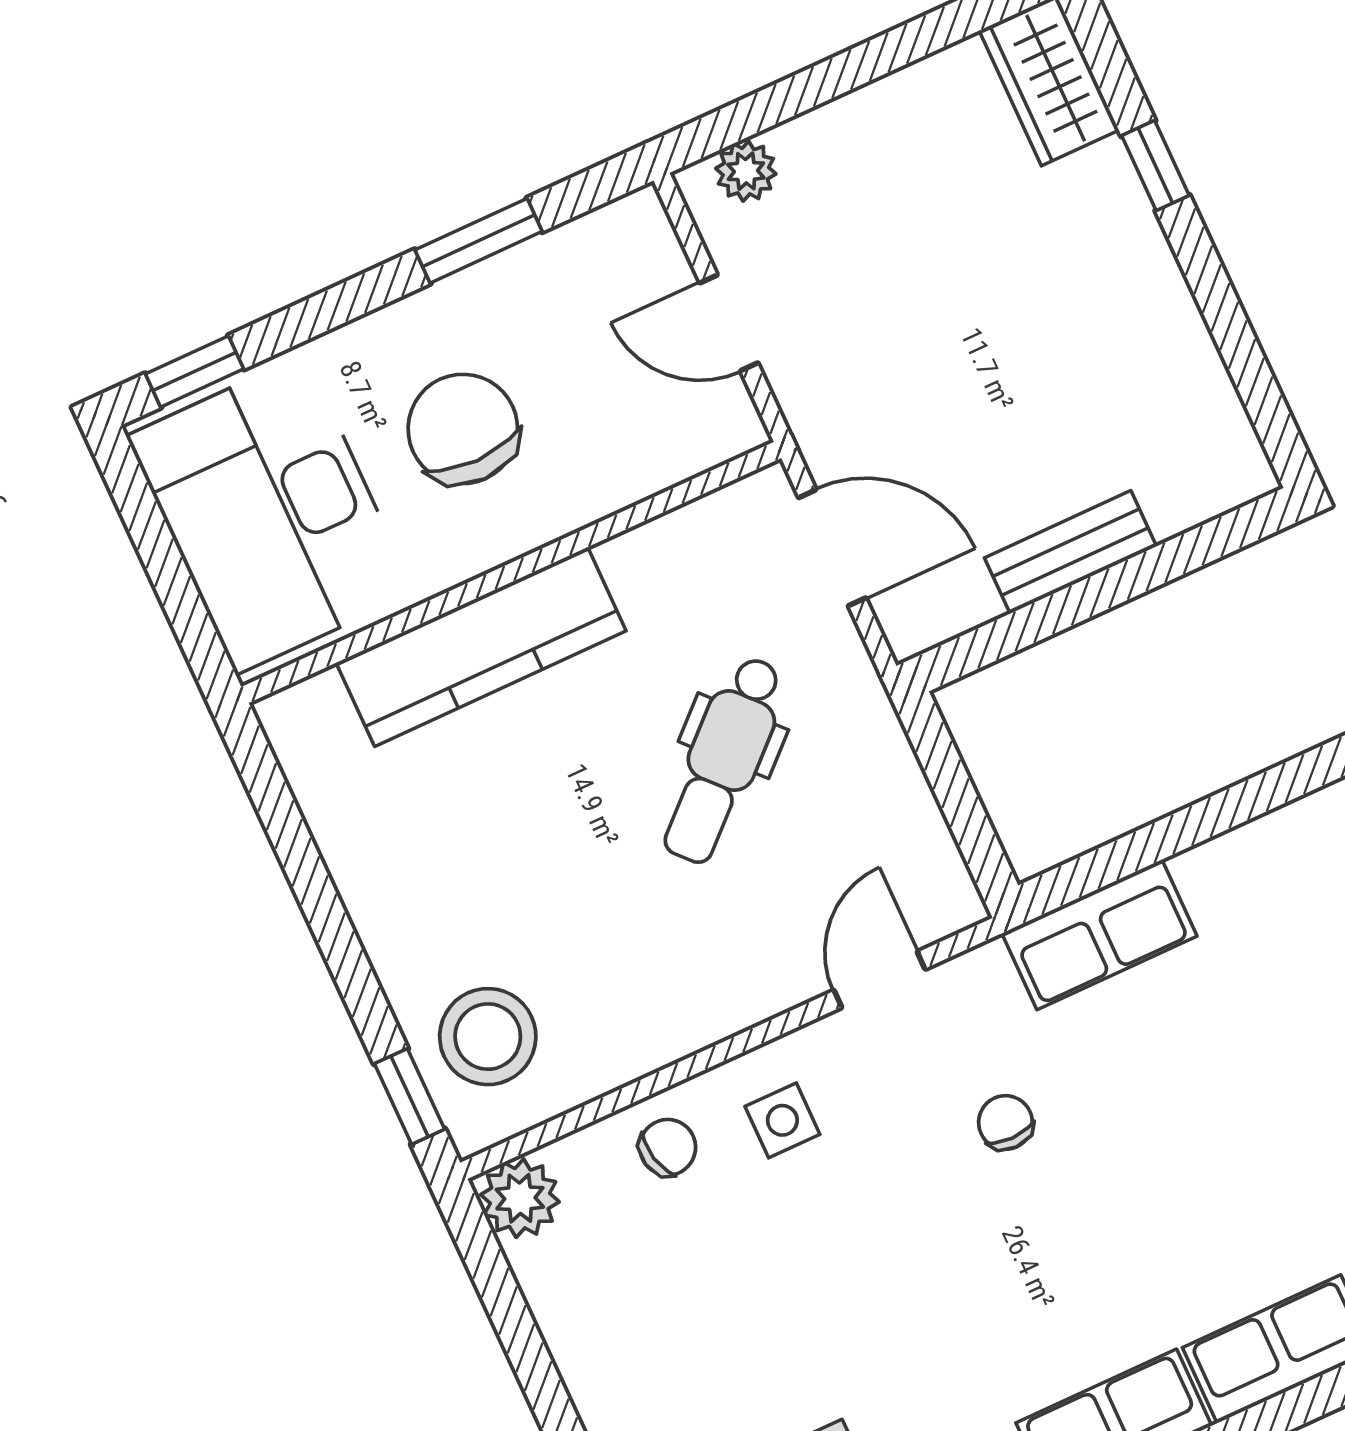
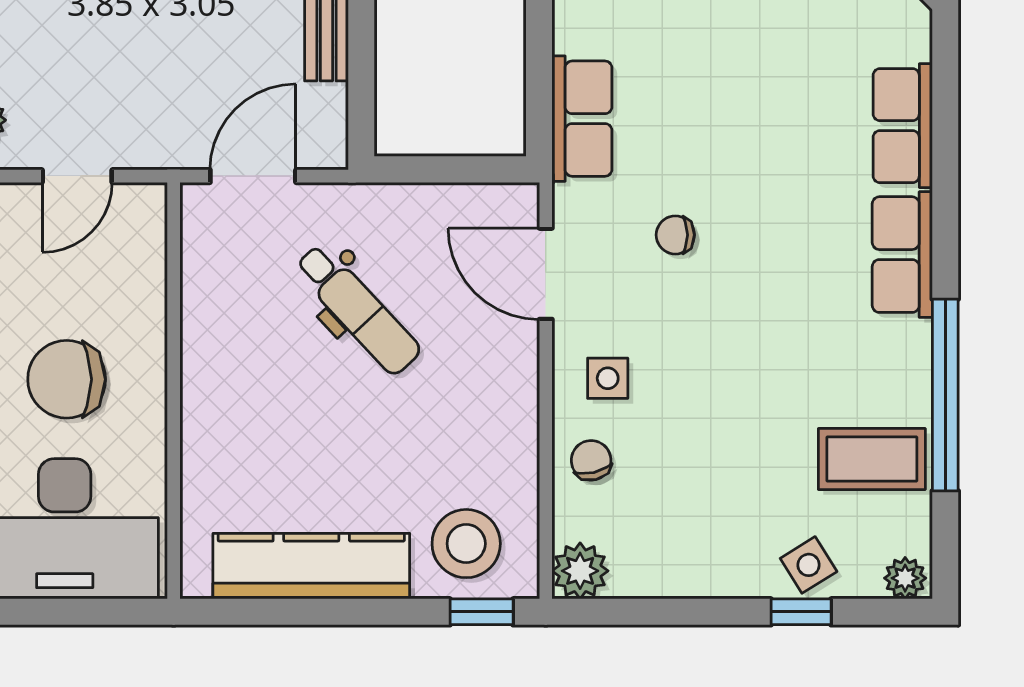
kitchen counter: (481, 647) -> (311, 566), moved, turned -90
door: (879, 980) -> (546, 274), width x1.37

